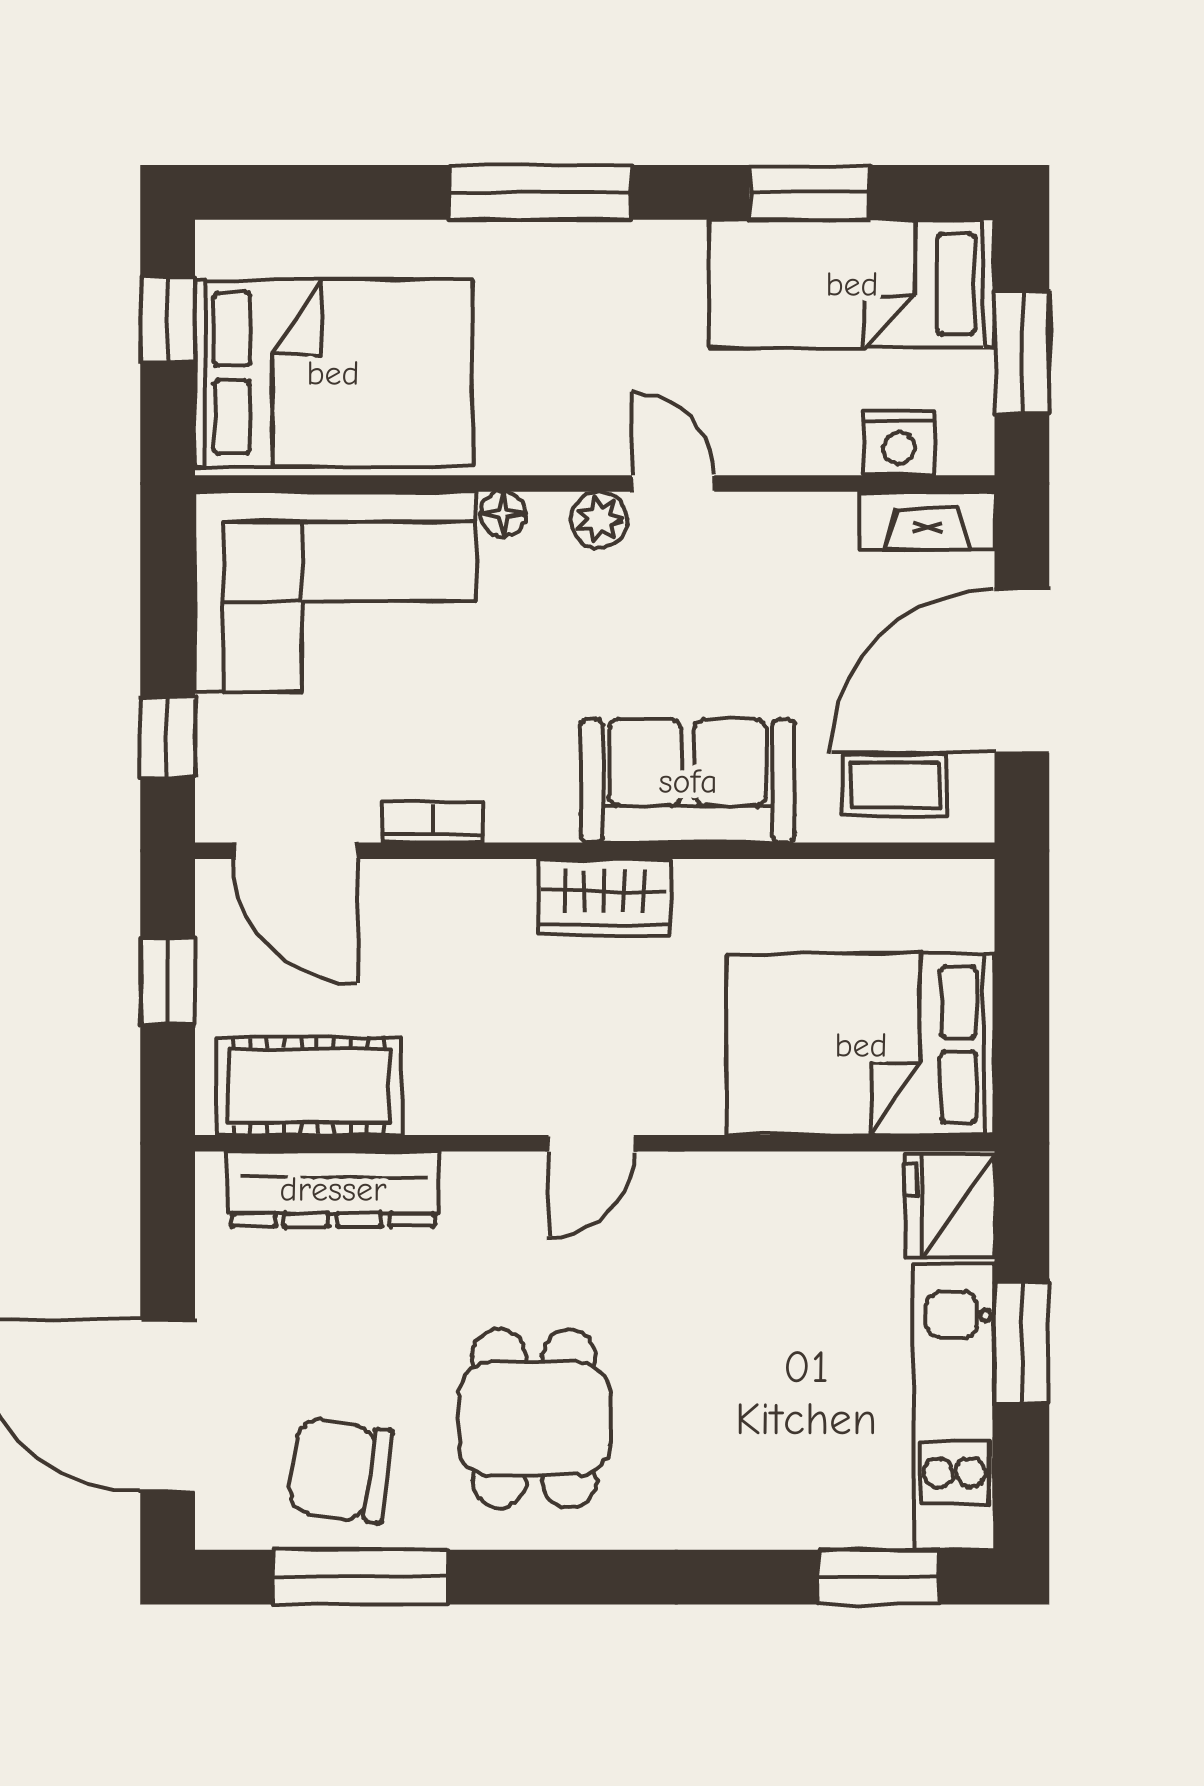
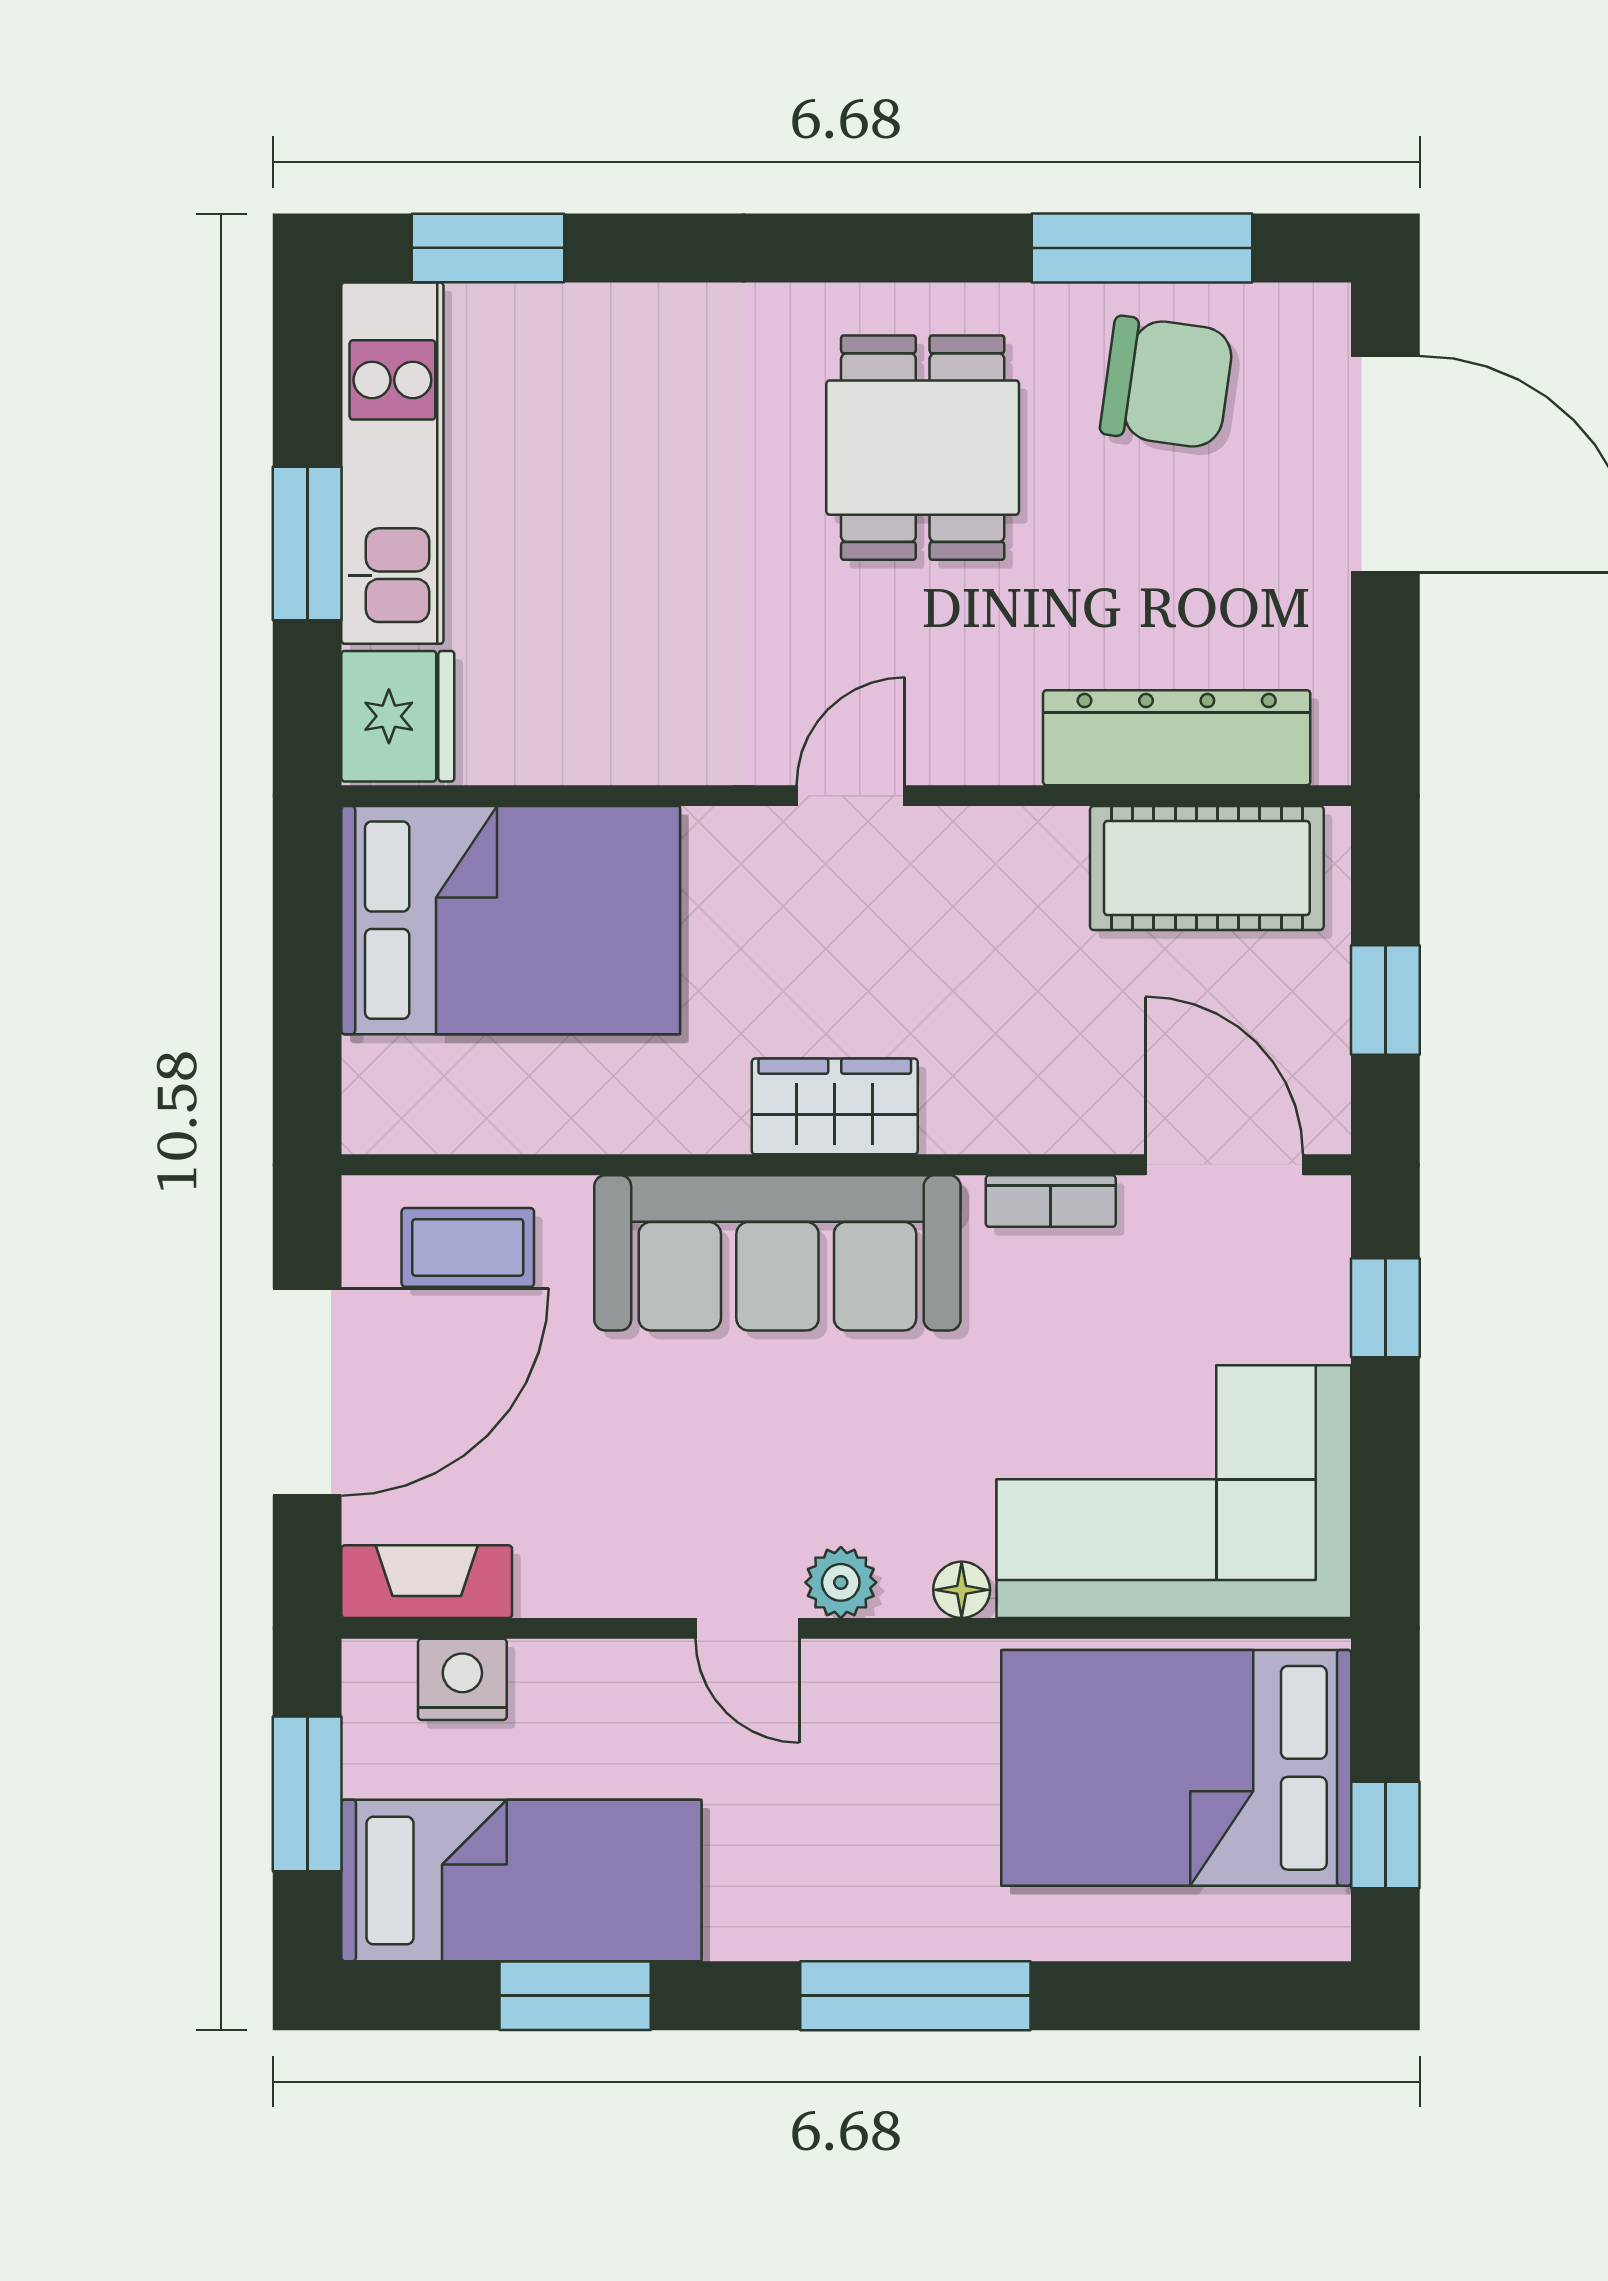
sofa: (688, 781) -> (777, 1253), width x1.36

